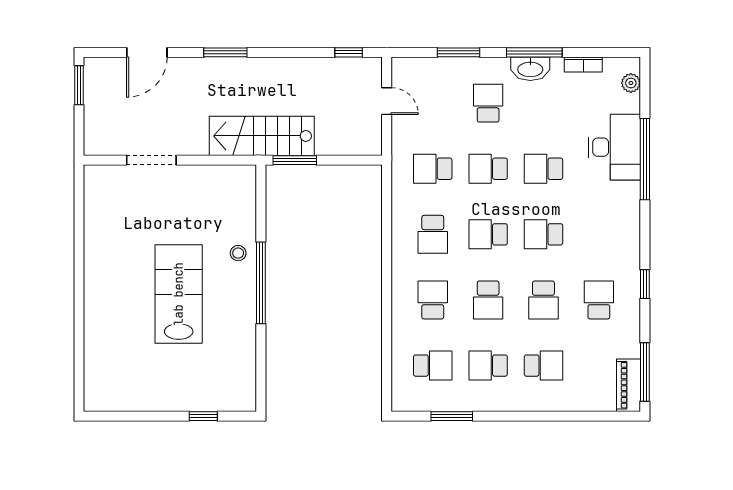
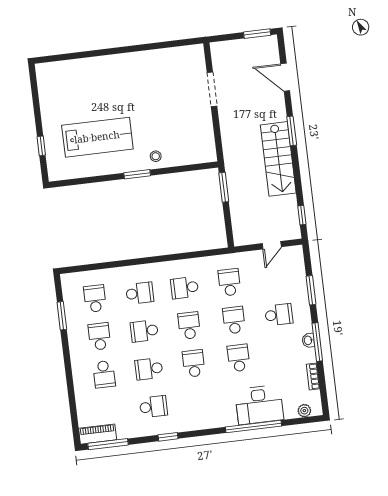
washbasin: (530, 69) -> (308, 340), width x0.52, depth x0.69
stairs: (262, 136) -> (278, 159), moved, turned 180
window: (261, 283) -> (137, 174), width x0.47
lab bench: (179, 294) -> (97, 137), moved
school desk: (433, 366) -> (95, 299), turned 180

